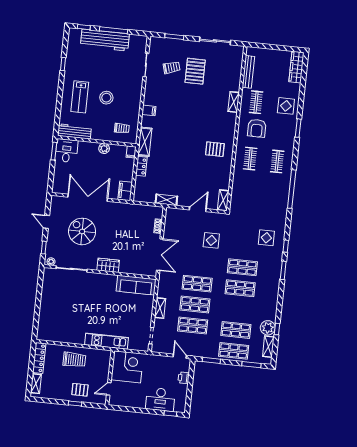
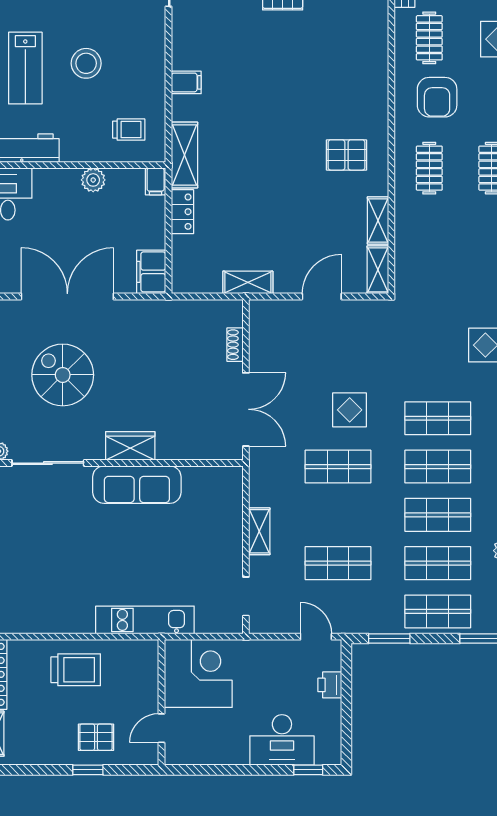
shelving: (234, 102) -> (378, 220), moved
display table: (211, 240) -> (350, 410), moved
sofa: (136, 285) -> (137, 485), moved
shop shelf: (195, 305) -> (438, 515), moved

